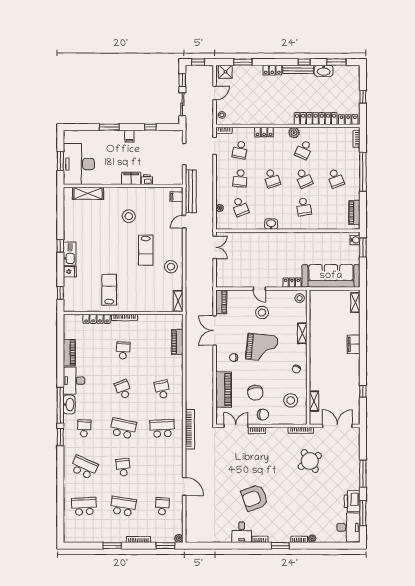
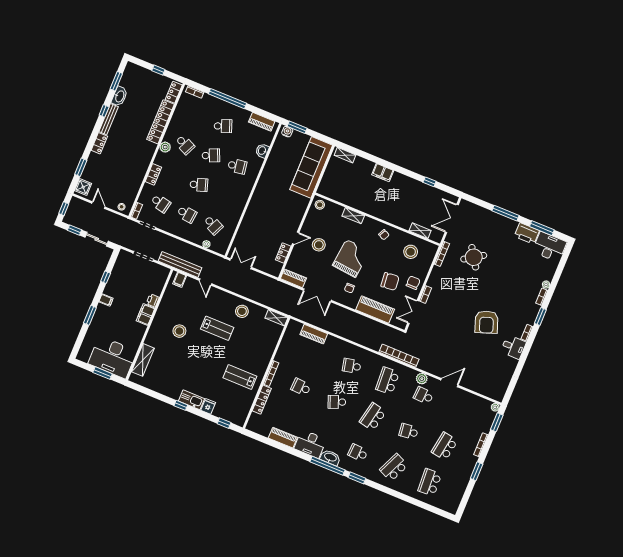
school desk: (240, 207) -> (213, 225), turned 45
washbasin: (271, 224) -> (262, 151), moved
locker: (292, 283) -> (283, 253), moved
plant: (177, 459) -> (422, 379), added
school desk: (162, 506) -> (423, 396), moved

